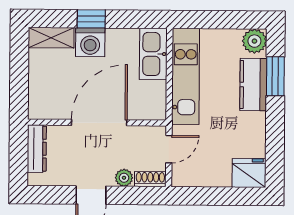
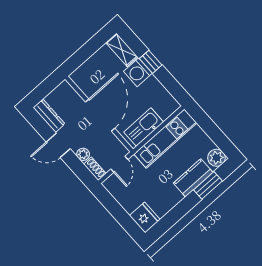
kitchen sink: (153, 54) -> (144, 127), moved
door: (99, 123) -> (100, 115), hinge flipped
dresser: (37, 149) -> (49, 116), moved, turned -90
door: (169, 149) -> (119, 164), hinge flipped

